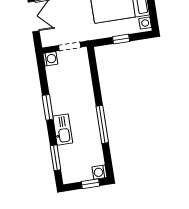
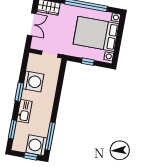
washing machine: (50, 59) -> (33, 81), moved, width x1.89, depth x1.89
window: (102, 124) -> (50, 136), moved
washing machine: (99, 172) -> (36, 145), width x1.89, depth x1.89

